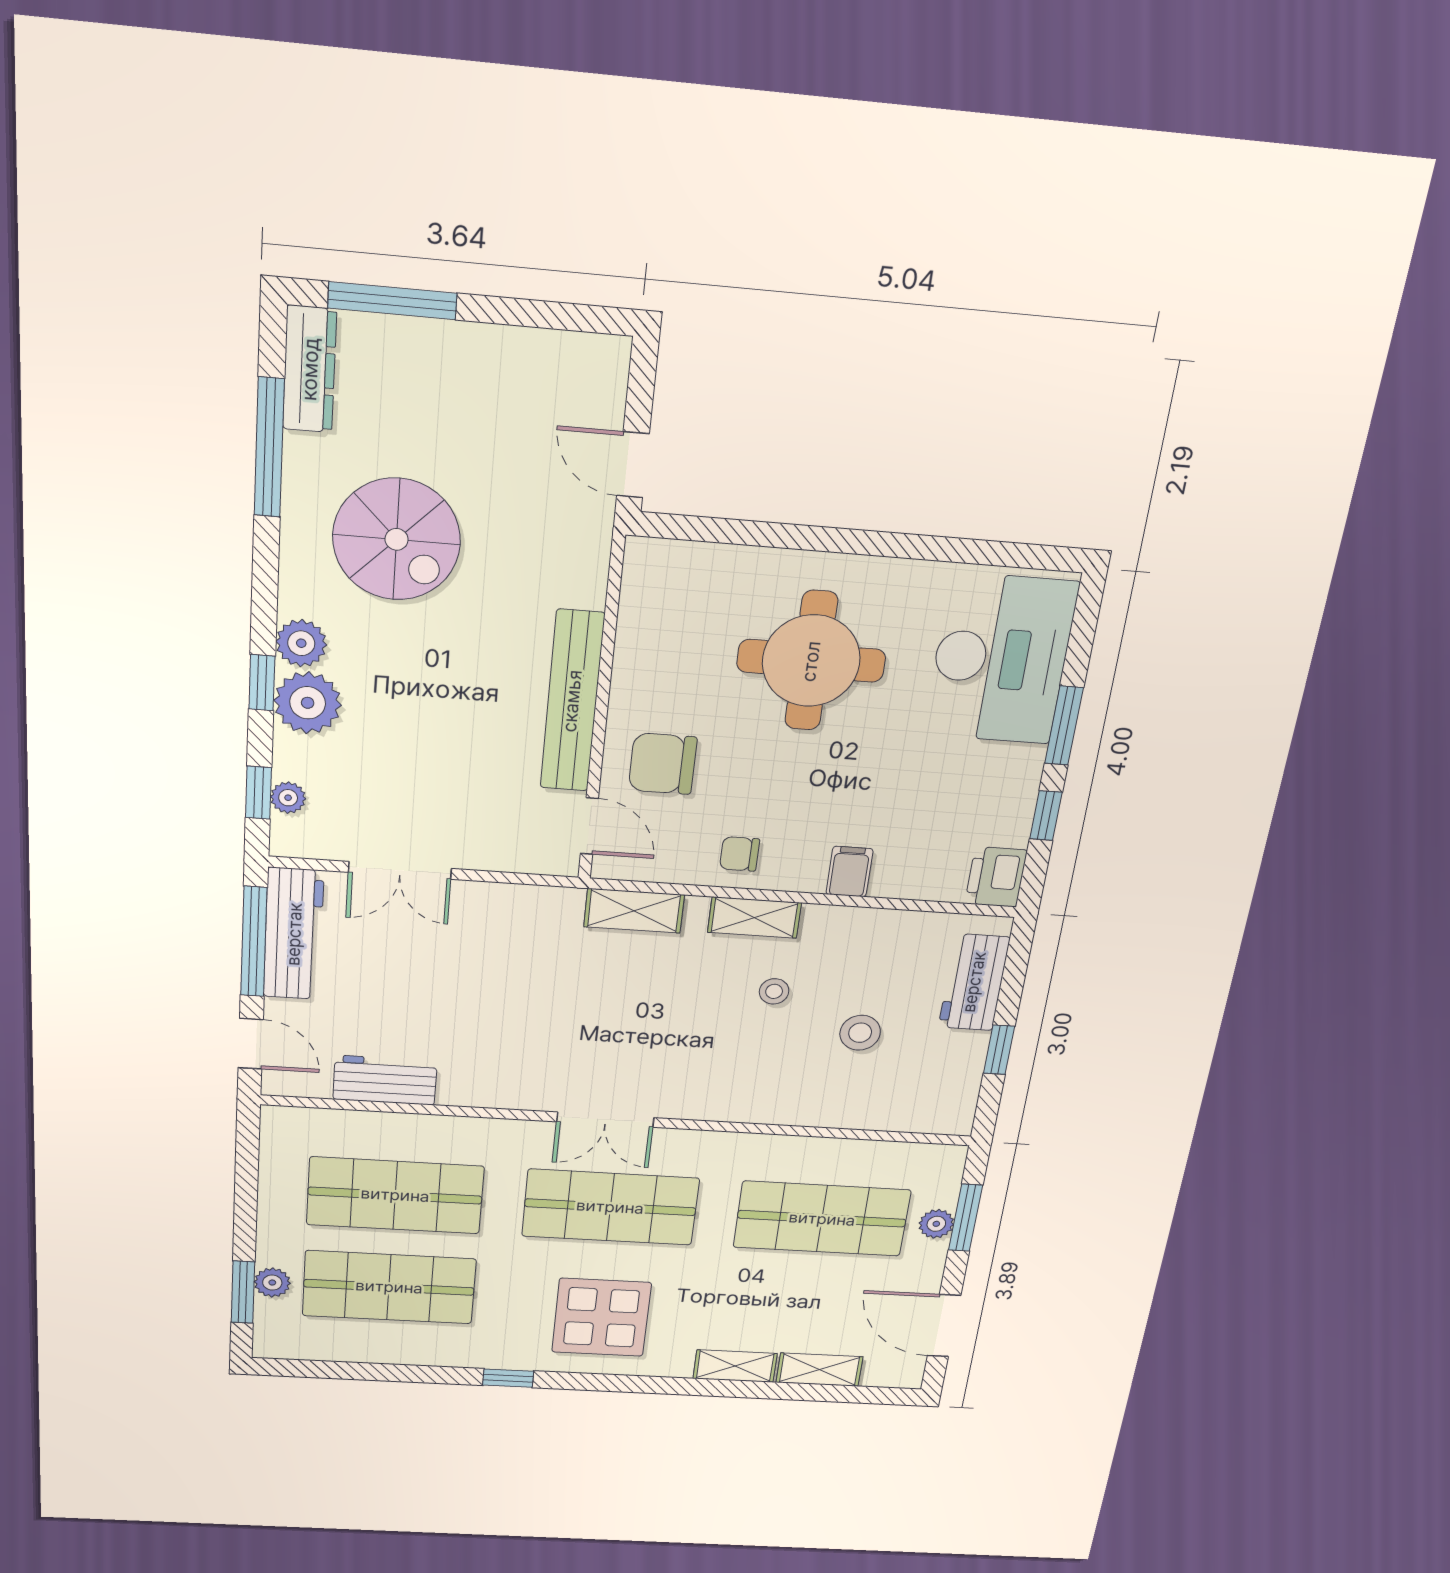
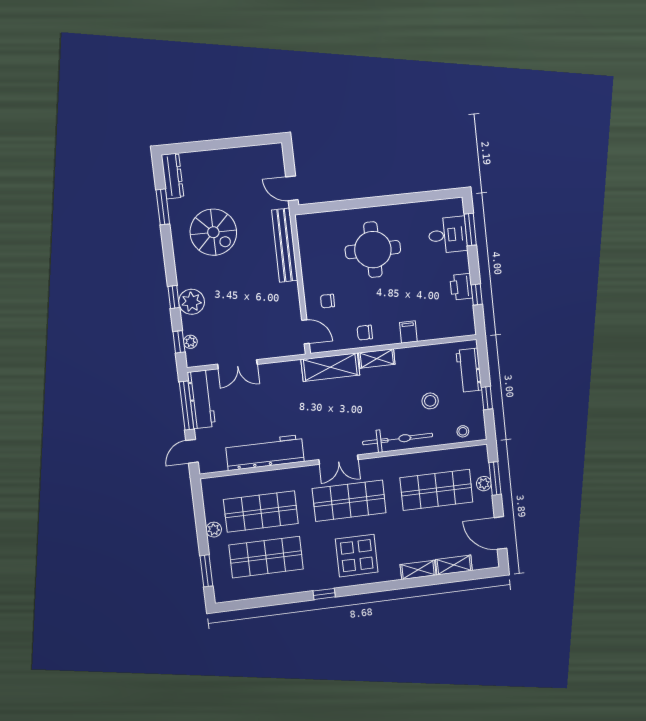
window: (392, 301) -> (197, 146), removed
window: (269, 448) -> (163, 207), width x0.69
plant: (301, 643) -> (186, 279), removed
desk: (1001, 659) -> (448, 235), width x0.53, depth x0.77
bench: (572, 701) -> (285, 245), moved
window: (1064, 726) -> (470, 230), moved
chair: (663, 764) -> (328, 301), width x0.54, depth x0.54
printer: (996, 877) -> (461, 287), moved
shelving: (634, 911) -> (330, 367), width x1.50, depth x1.33
stool: (774, 991) -> (463, 431), moved
door: (251, 1044) -> (192, 451), swing flipped
workbench: (385, 1080) -> (265, 453), width x1.88, depth x1.32
bicycle: (759, 1100) -> (398, 439), added
plant: (272, 1283) -> (214, 530), moved

